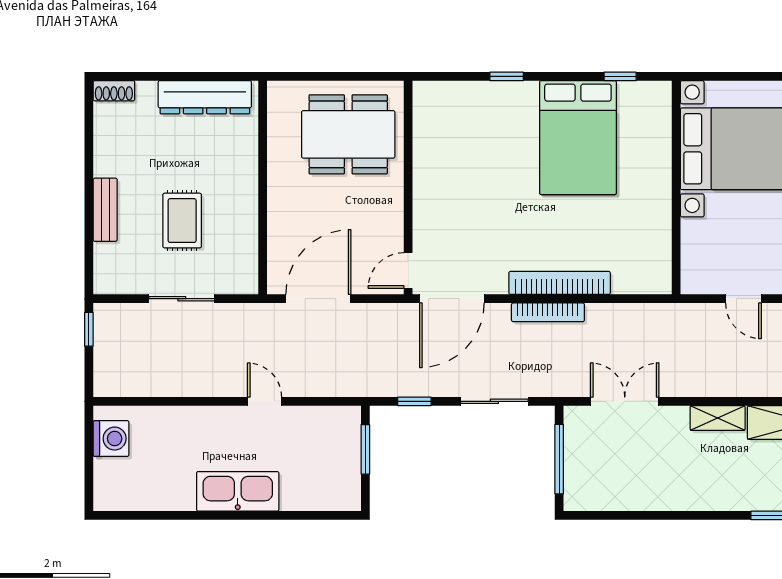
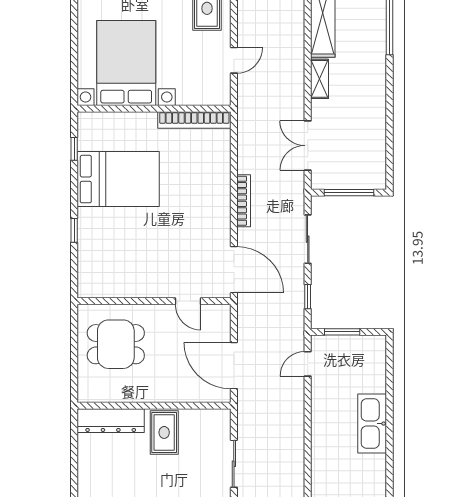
dresser: (205, 97) -> (111, 421), moved, turned 90
dining table: (348, 134) -> (116, 344), width x0.73
rug: (182, 221) -> (164, 432), moved, turned 90
door: (408, 270) -> (188, 301), moved
bookcase: (560, 283) -> (194, 120), moved, turned -90
door: (265, 401) -> (308, 364), moved

